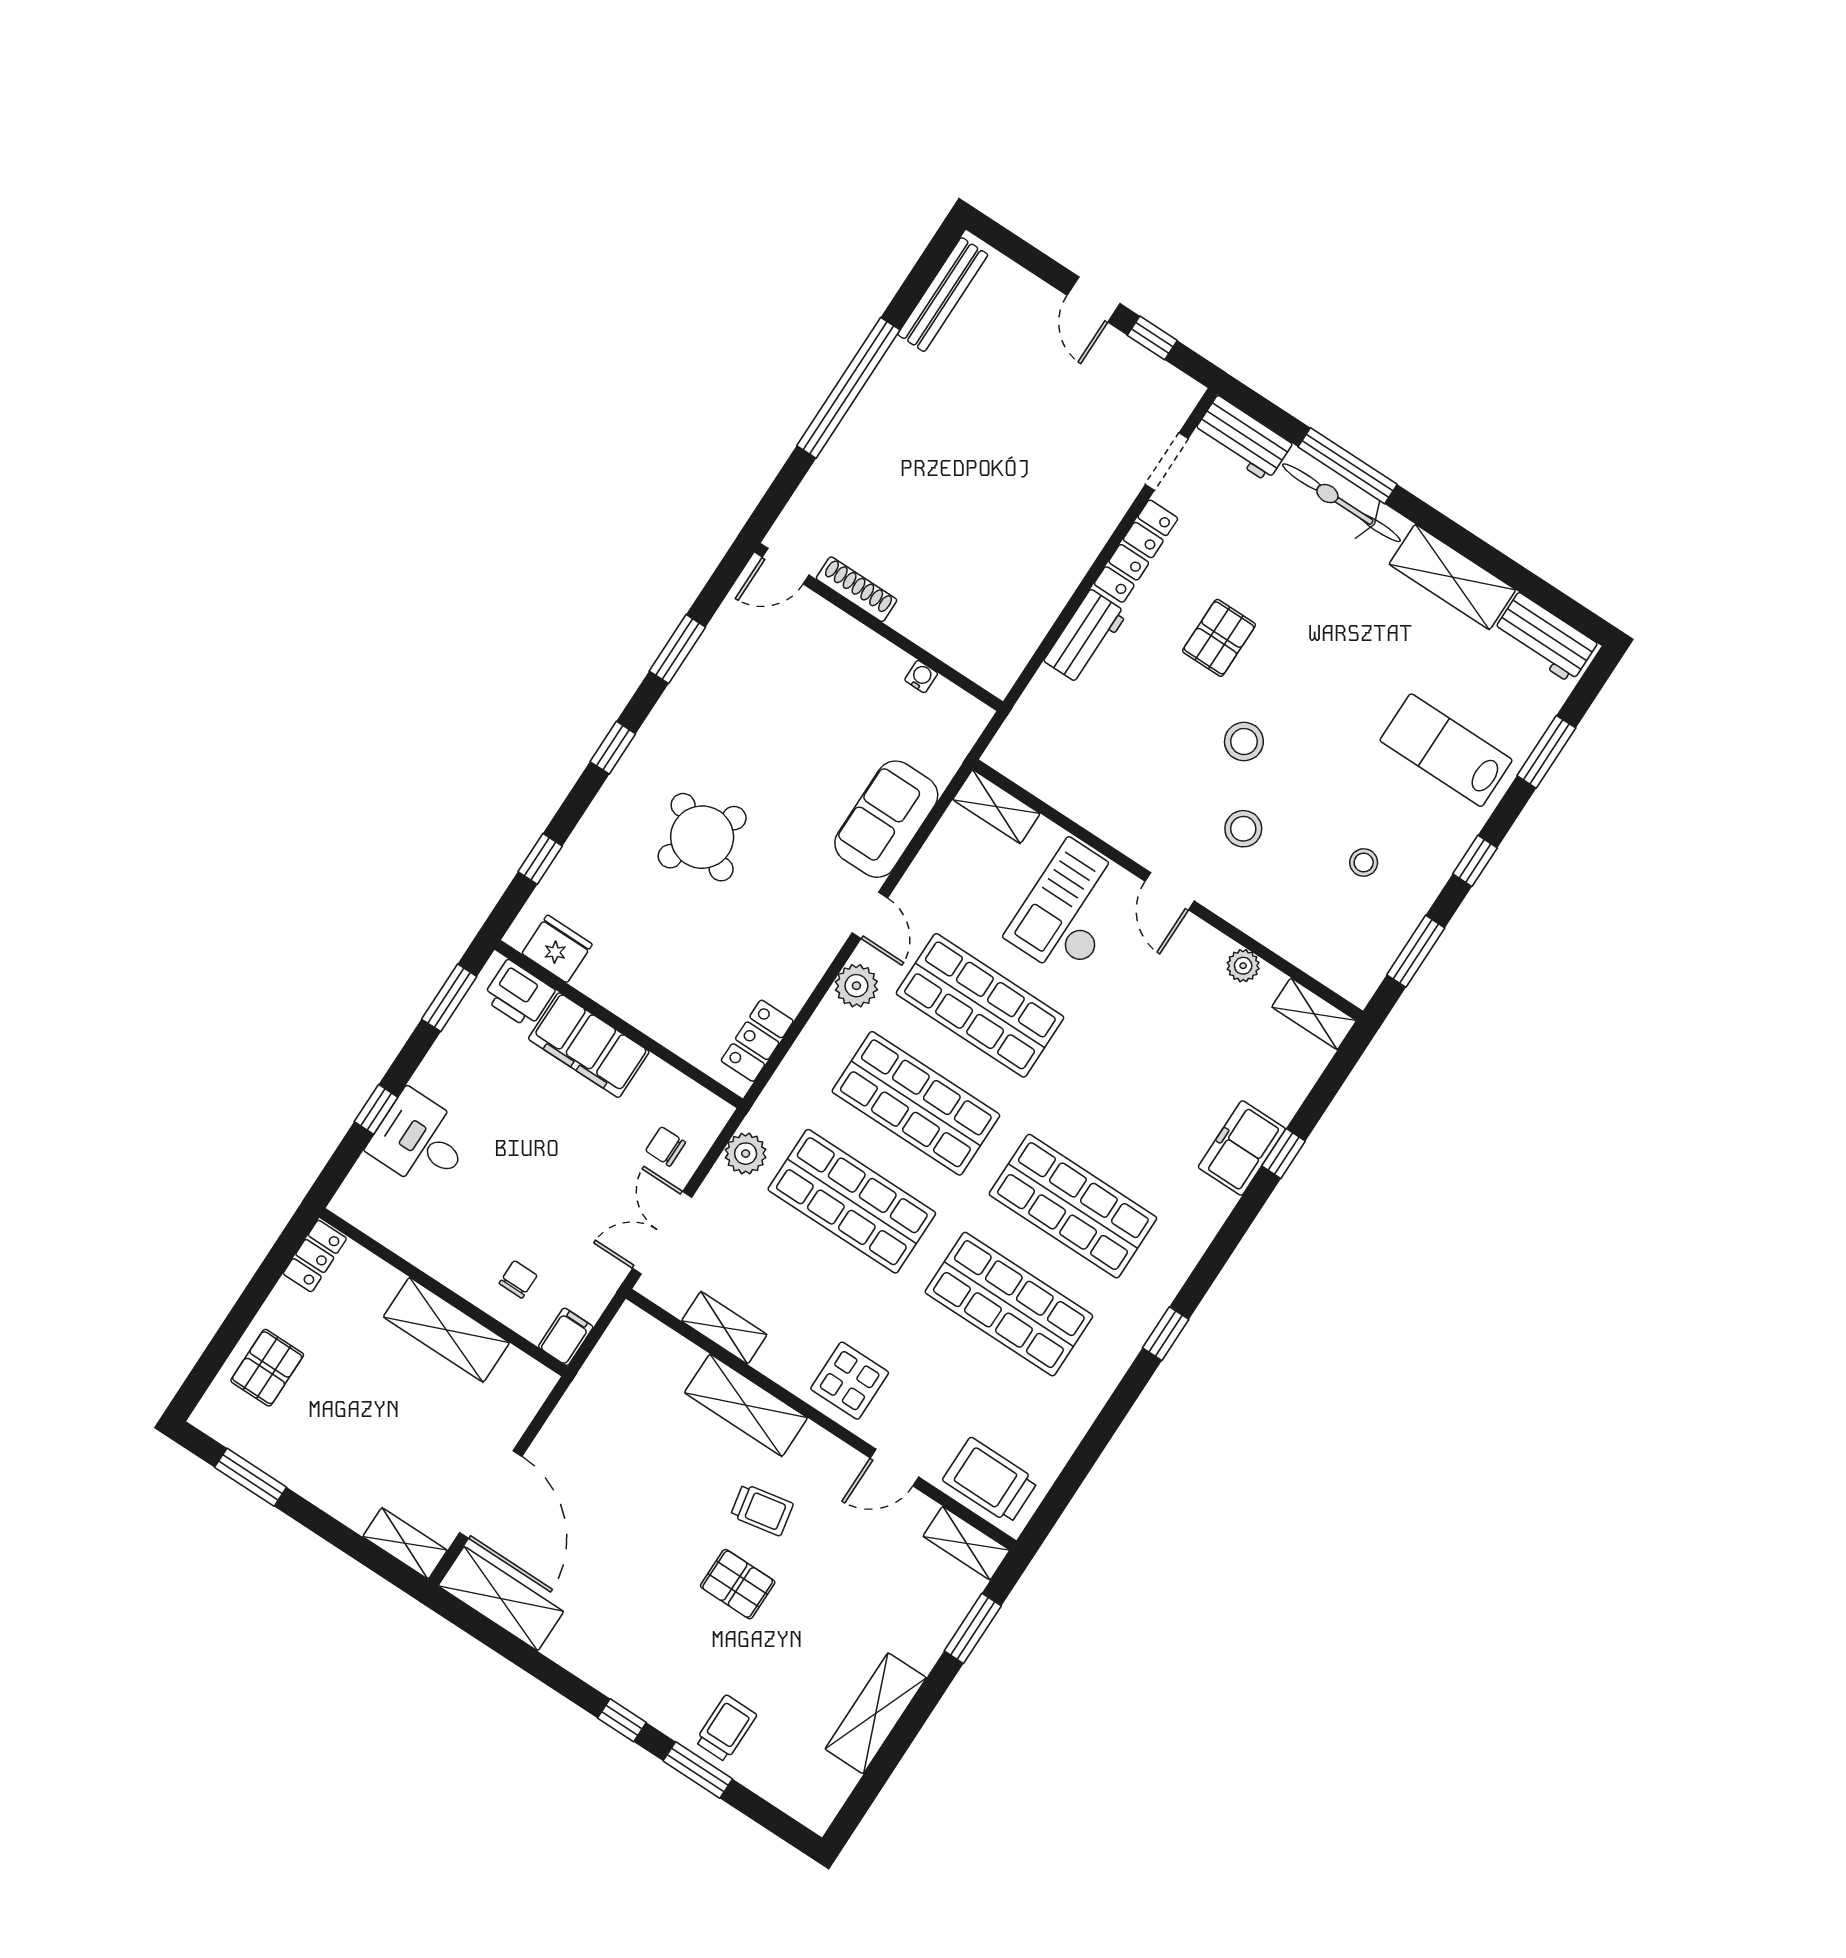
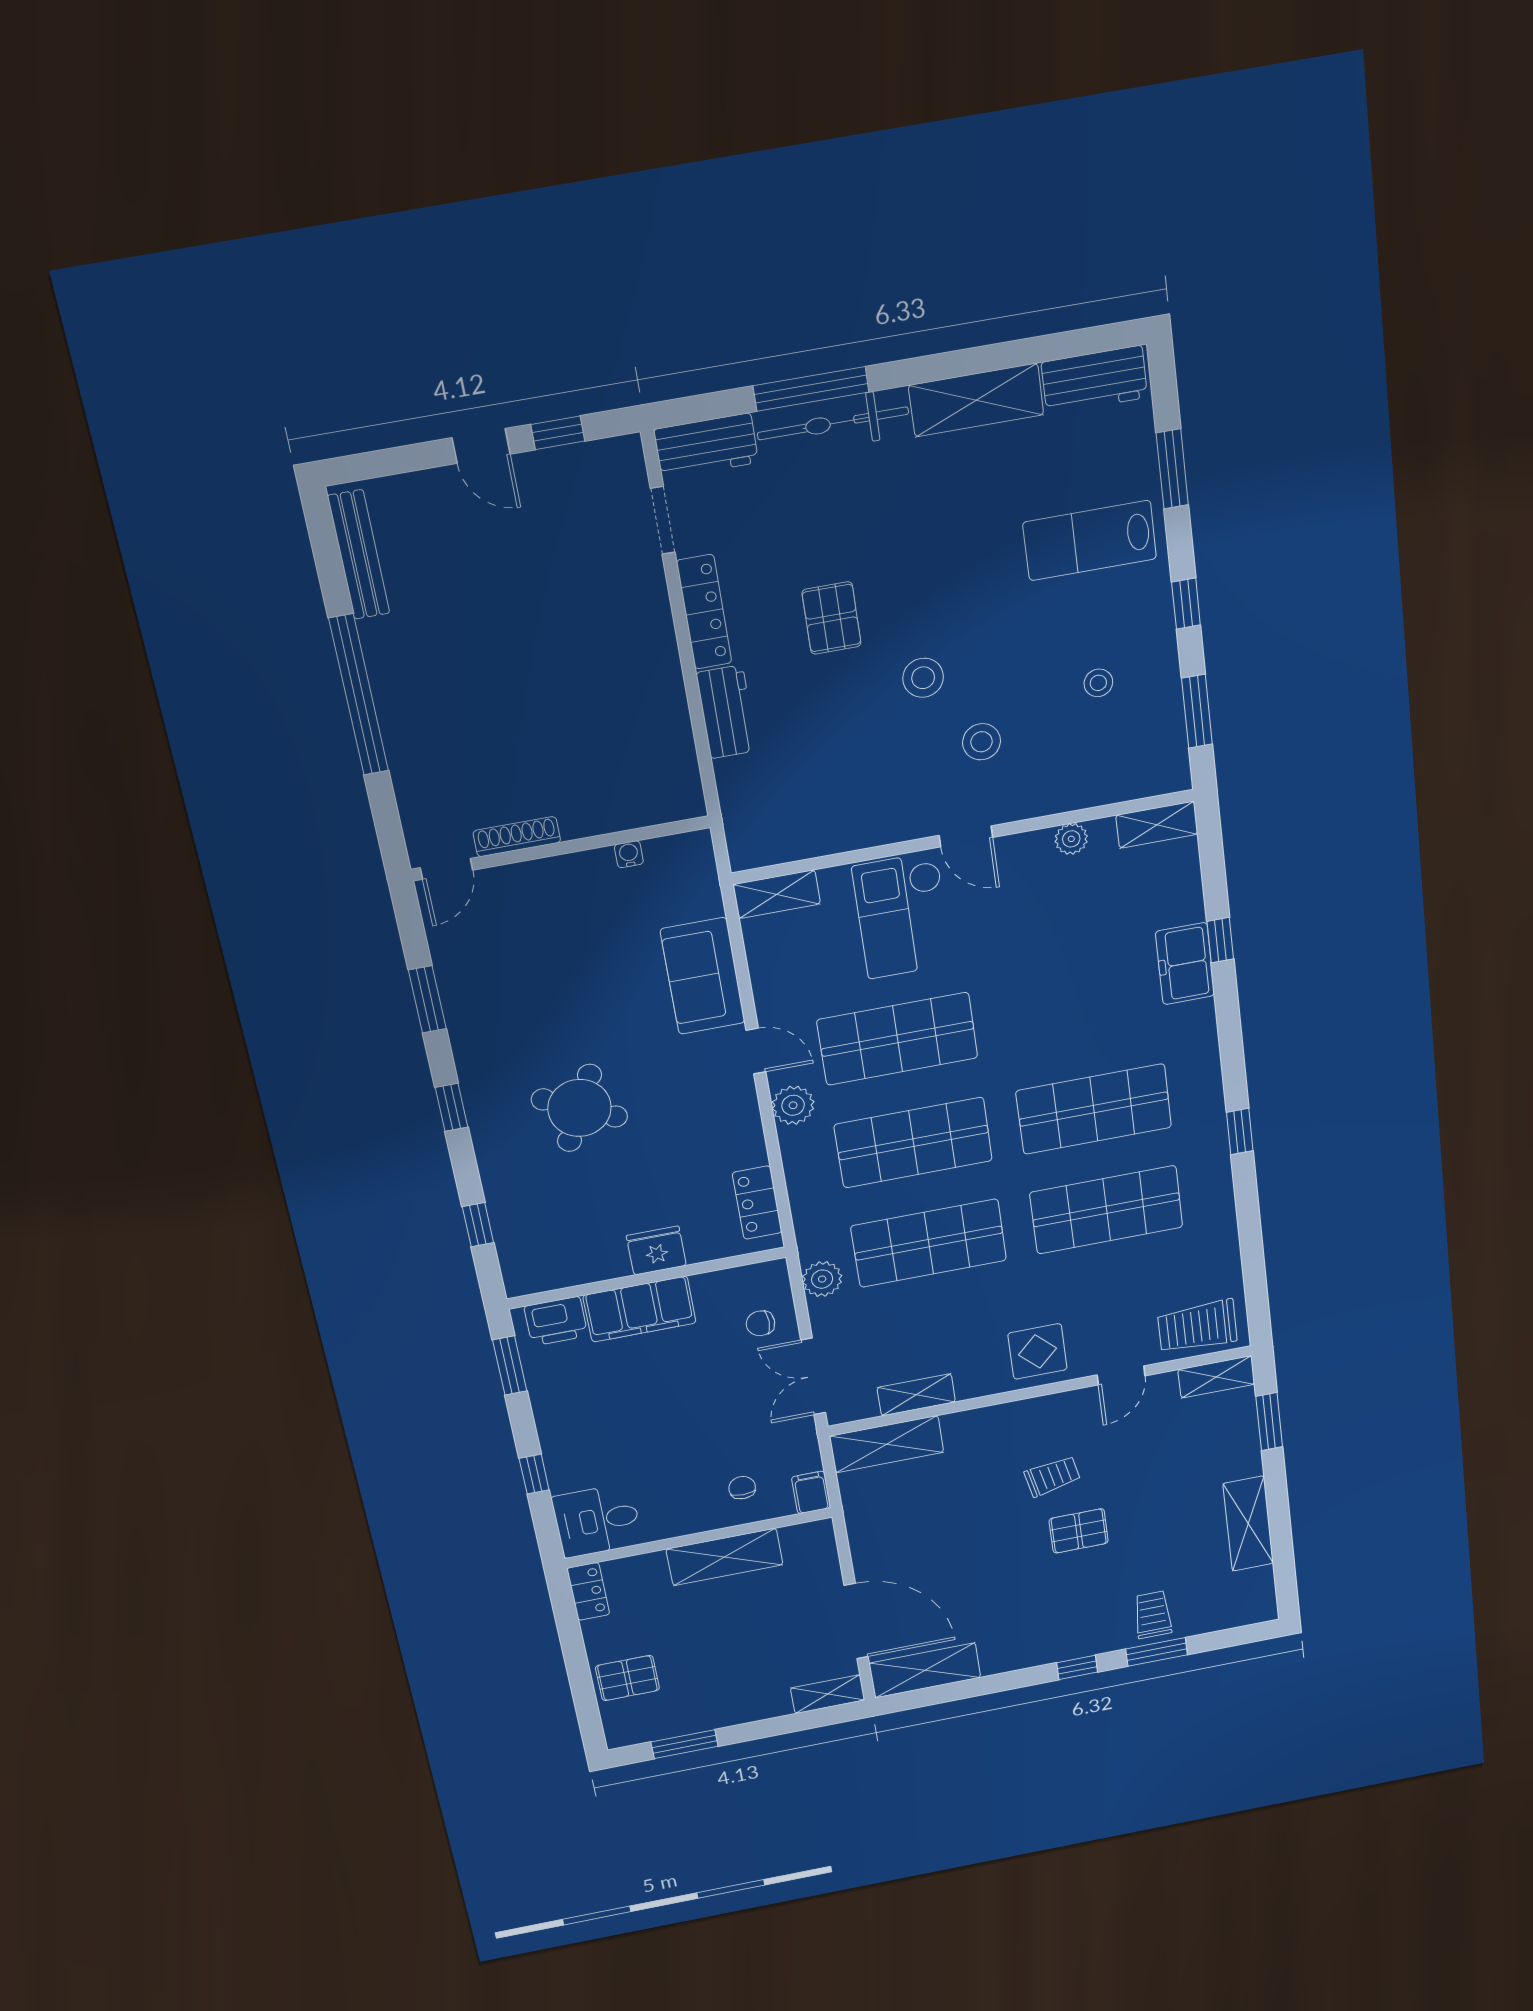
fridge: (557, 949) -> (656, 1251), moved
desk: (420, 1141) -> (597, 1521), moved
pallet: (267, 1368) -> (627, 1678), turned 90
shelving: (746, 1405) -> (887, 1444), moved

